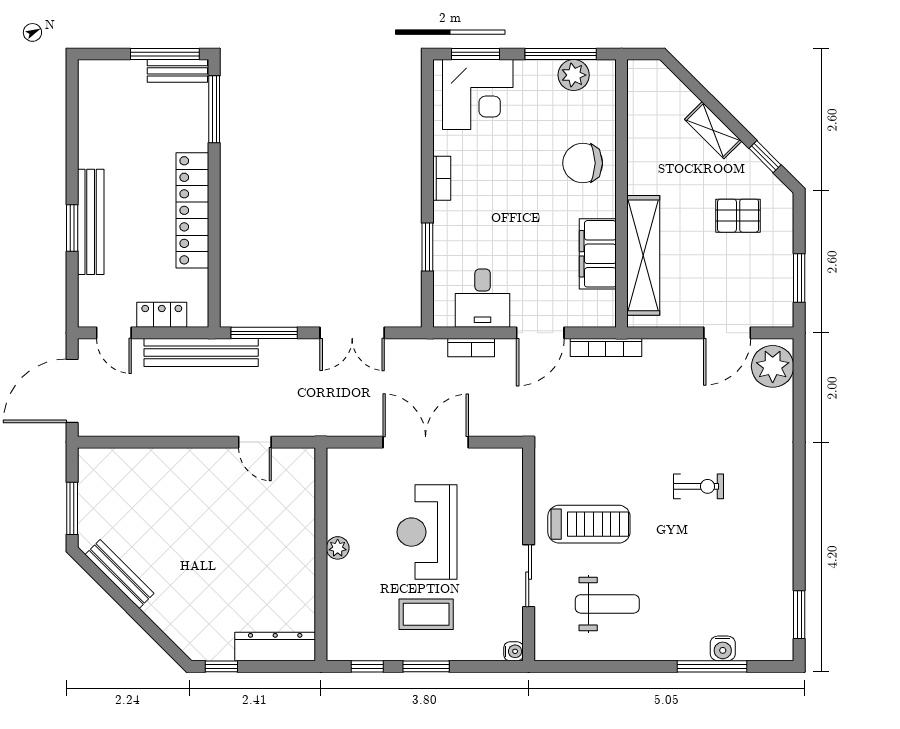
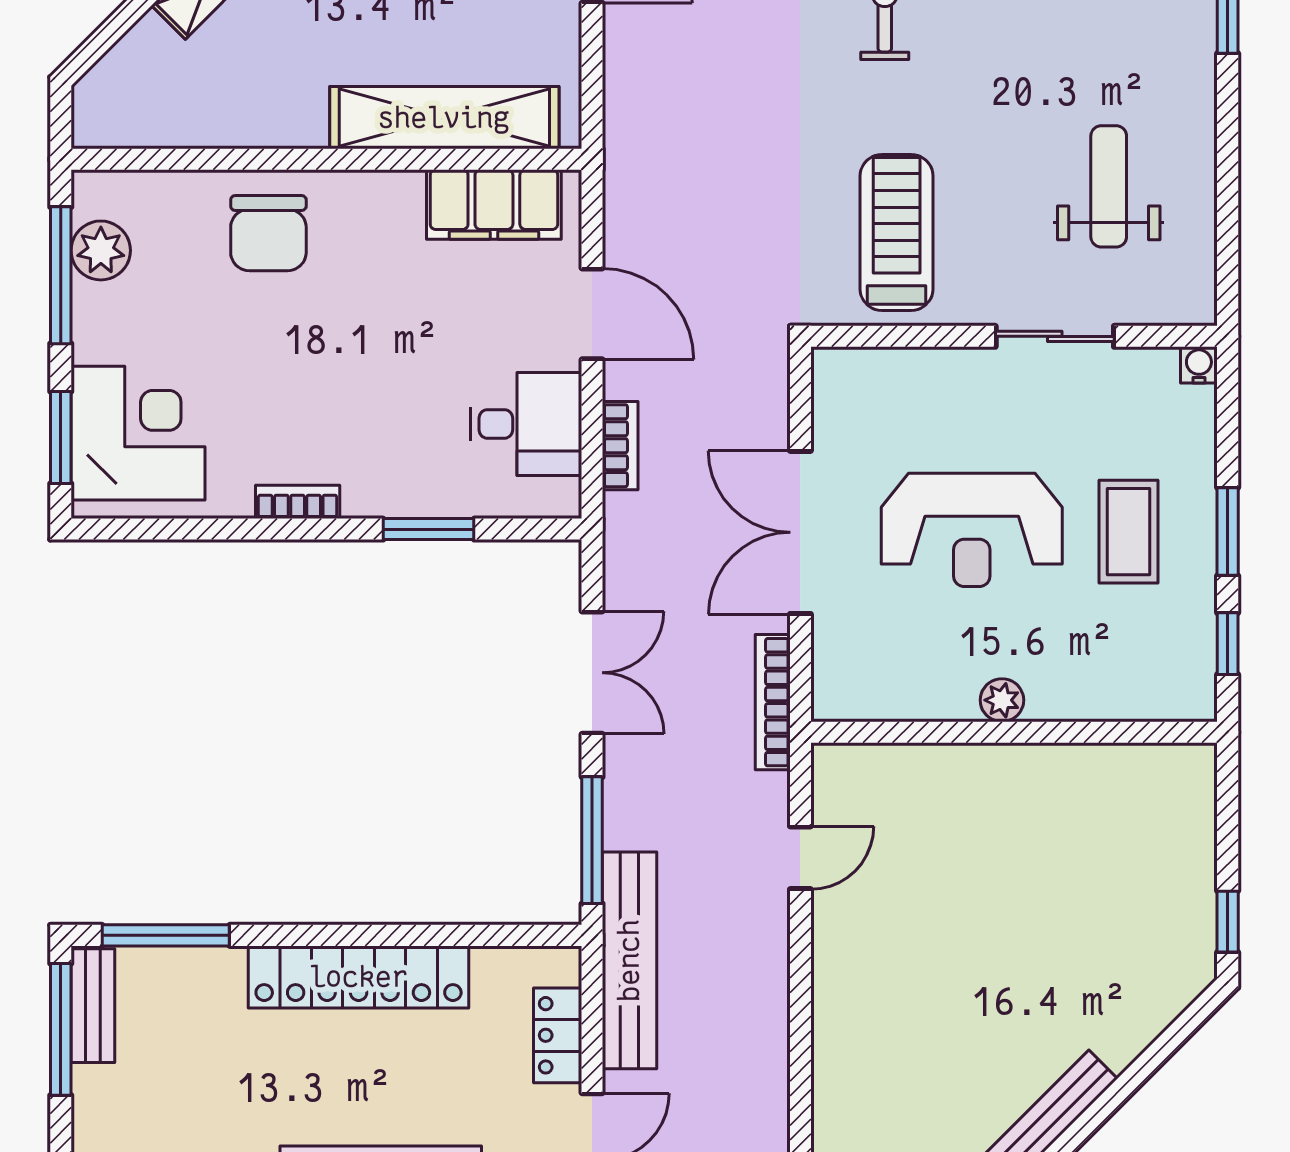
filing cabinet: (598, 254) -> (494, 204), moved
bookcase: (606, 347) -> (773, 702), moved, turned 180
treadmill: (589, 524) -> (897, 232), moved
dresser: (275, 647) -> (1190, 819), removed

